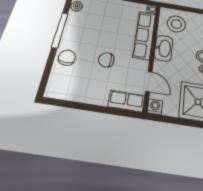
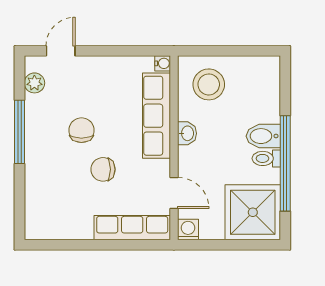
washbasin: (164, 48) -> (187, 133), width x0.52, depth x0.69
chair: (67, 58) -> (81, 130), moved
row of seats: (126, 101) -> (132, 228), width x1.48

